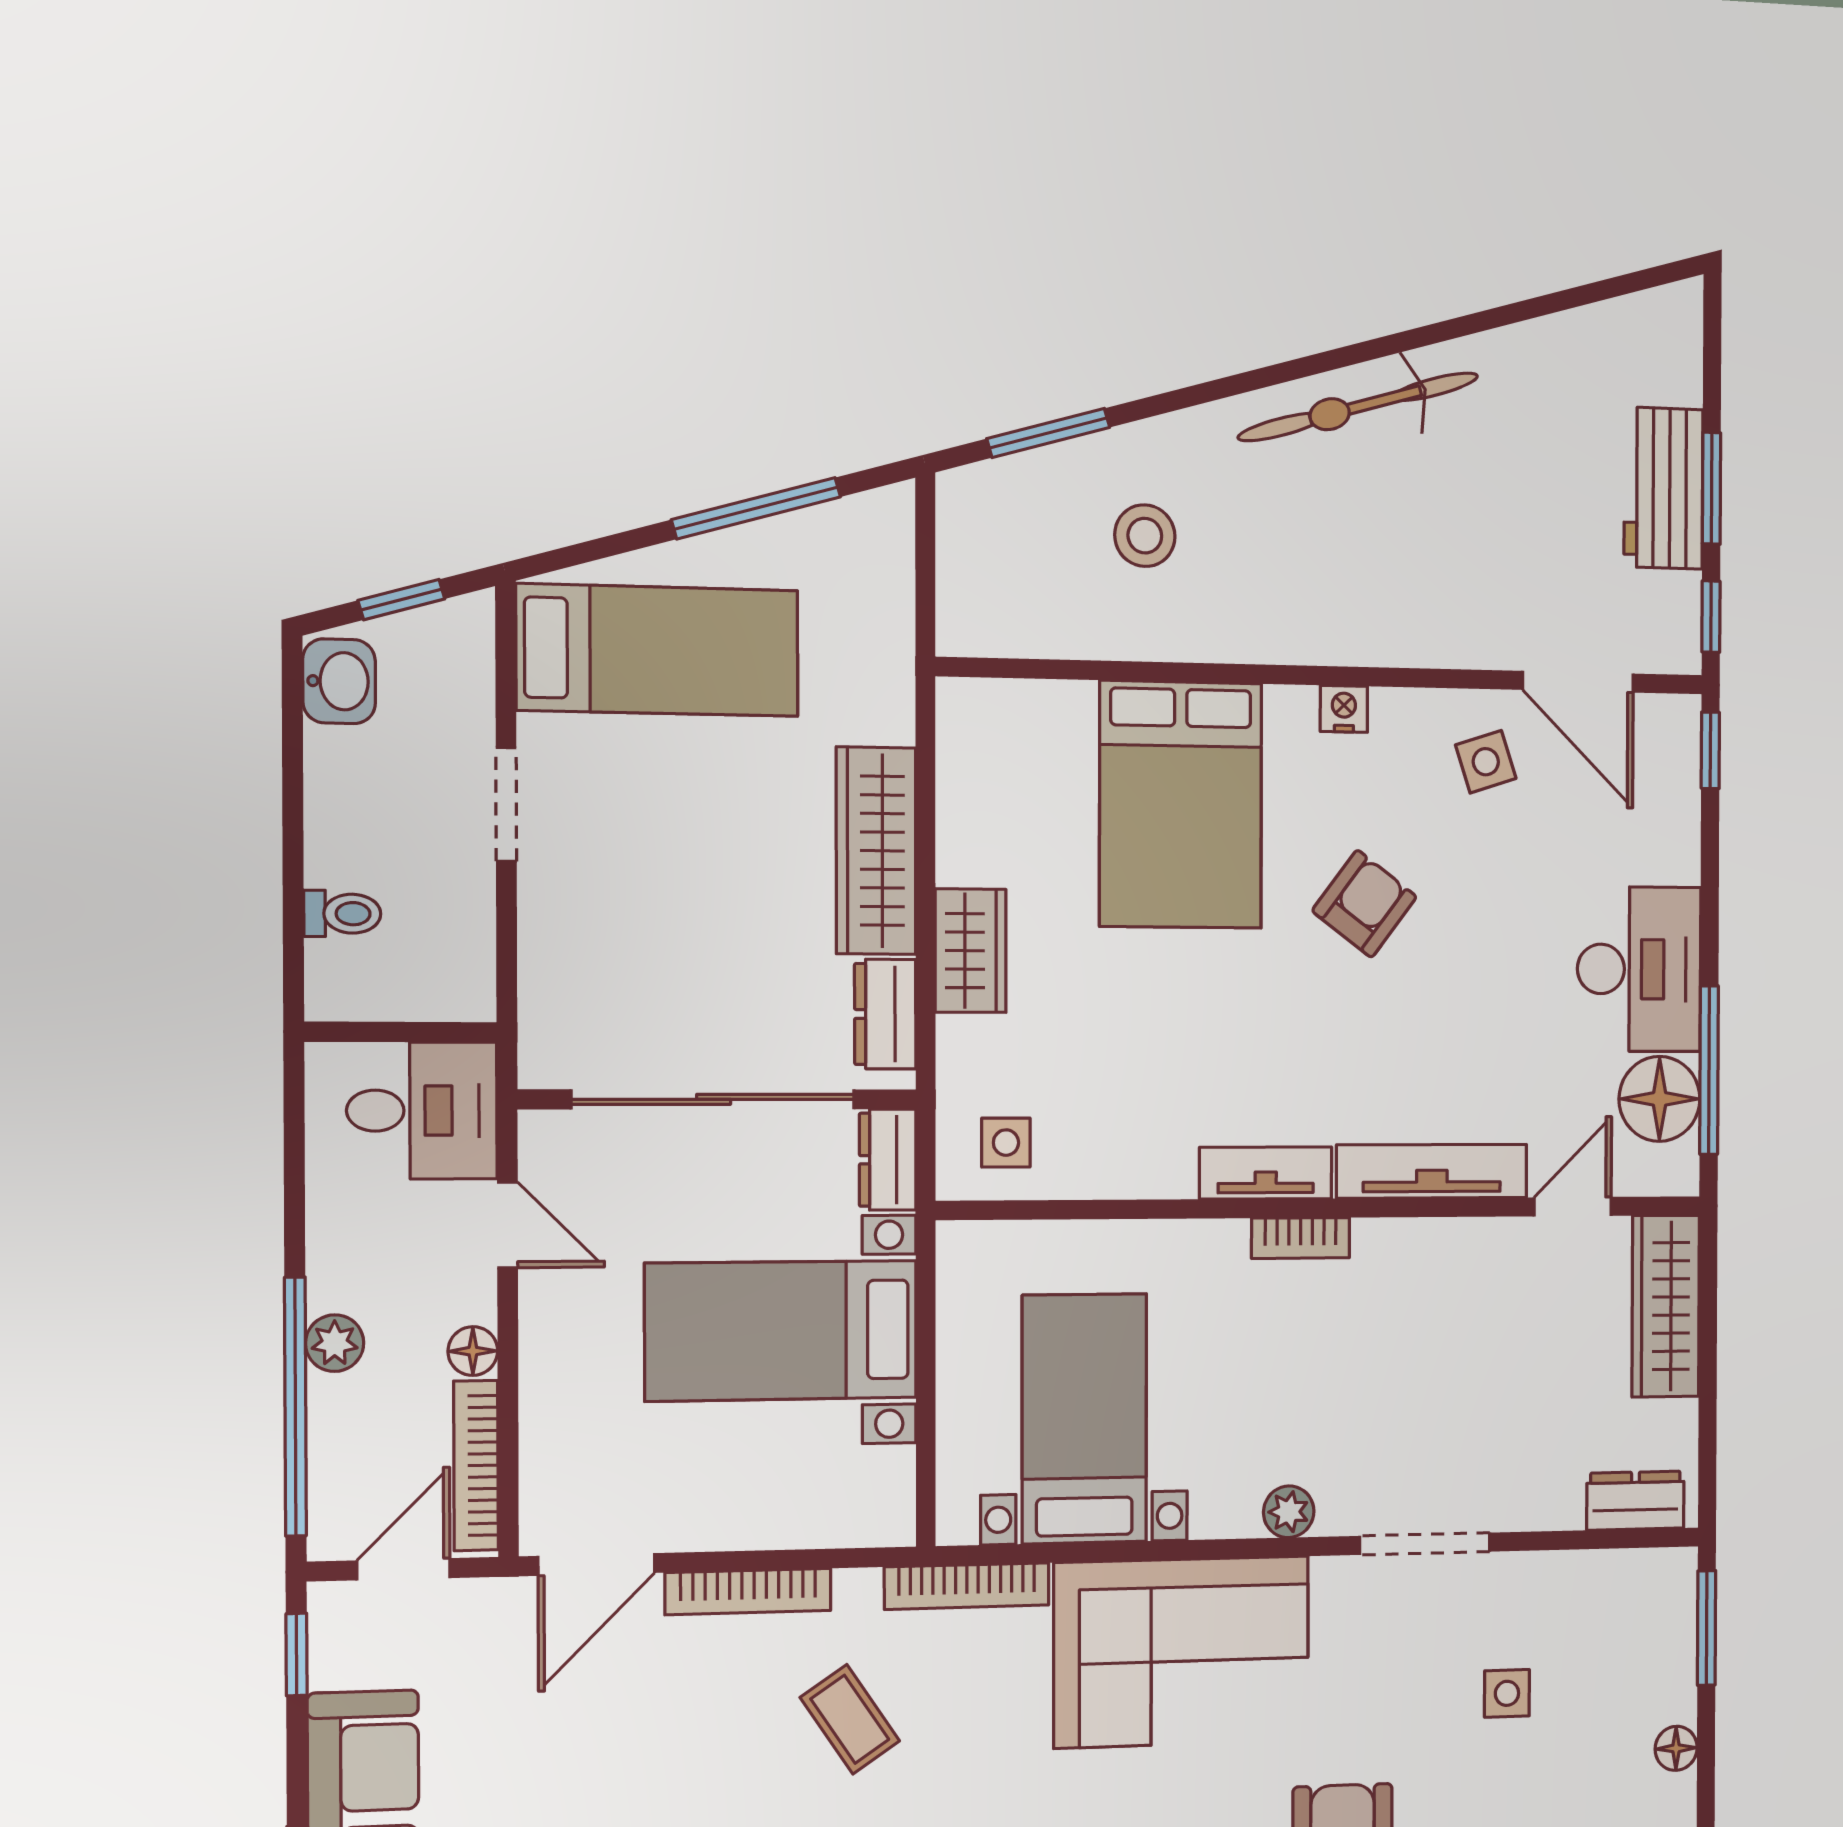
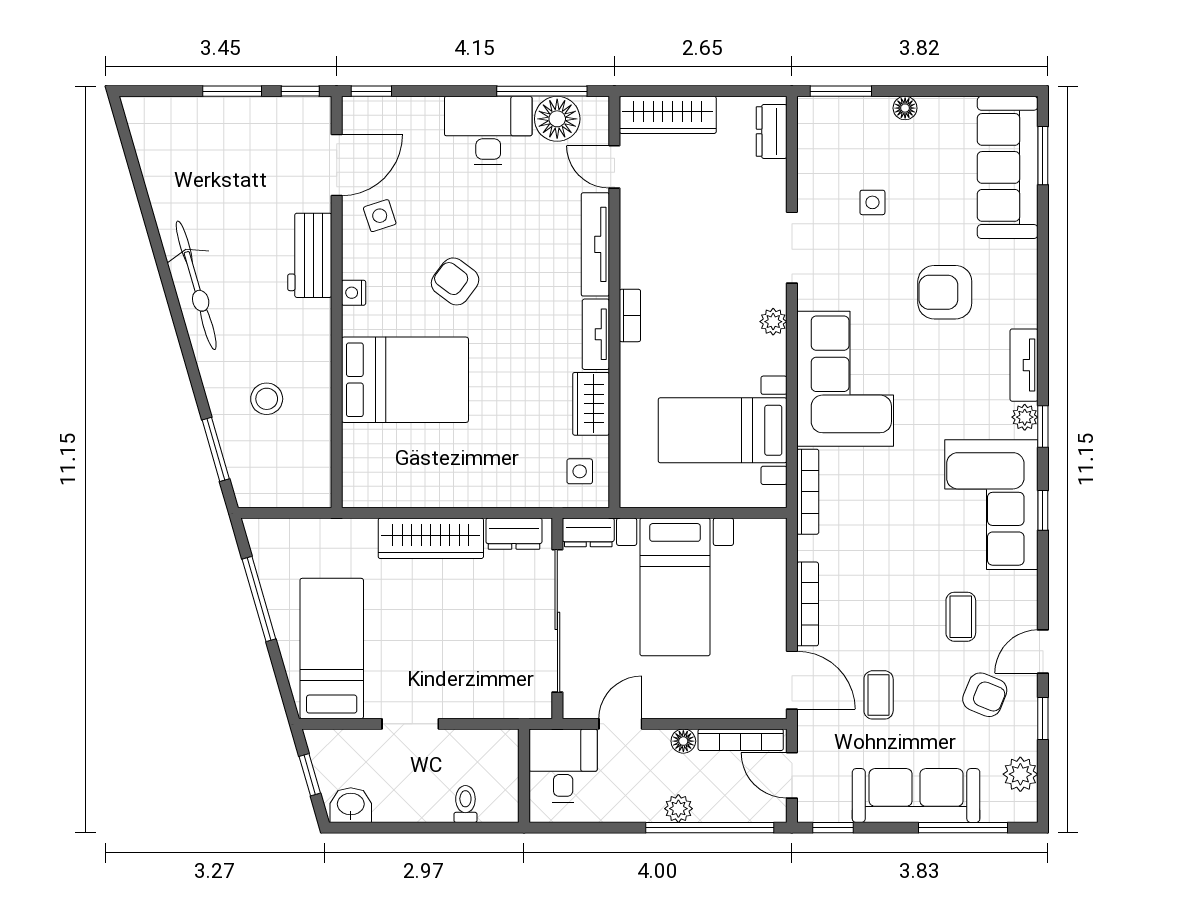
workbench: (1663, 488) -> (310, 255), moved, turned 90
wardrobe: (971, 951) -> (591, 404), moved, turned -90
coffee table: (850, 1719) -> (879, 695), moved, turned -56

